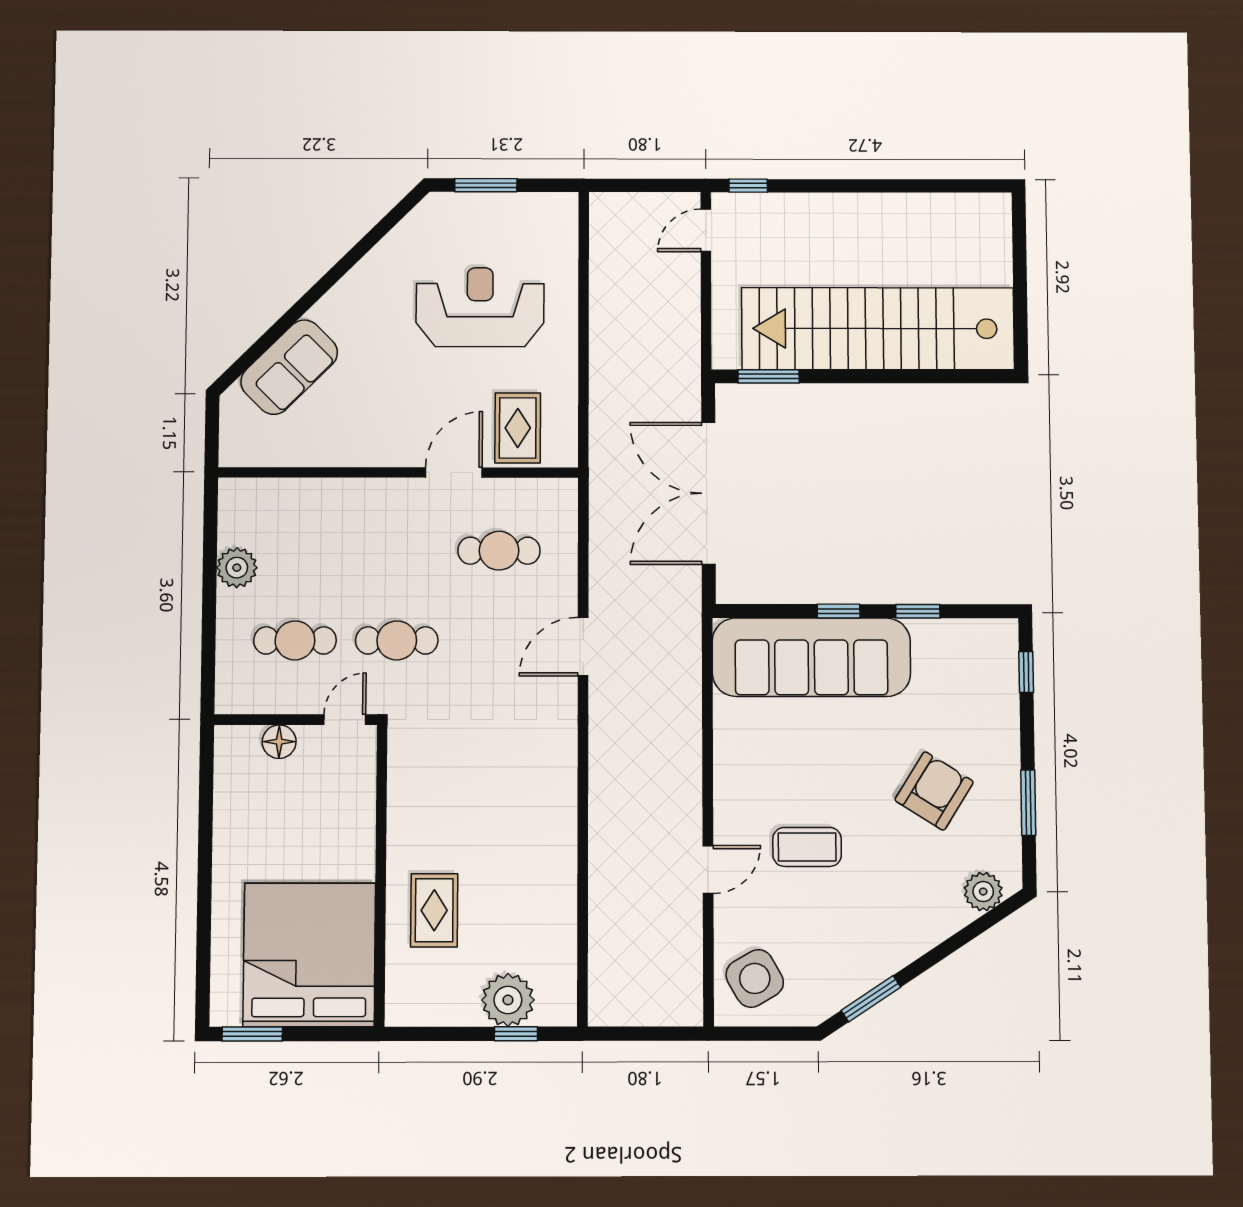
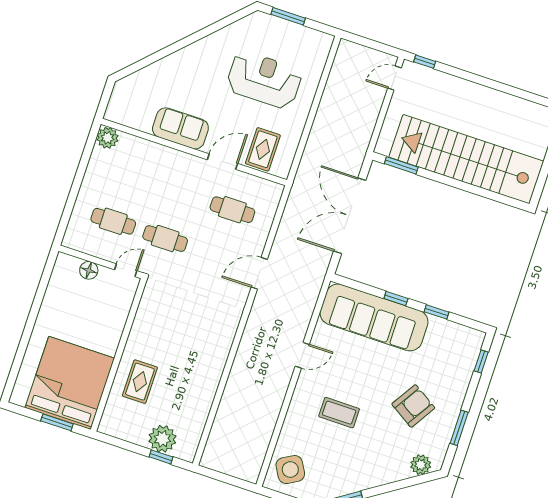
sofa: (289, 367) -> (180, 128), moved, turned -135
plant: (237, 568) -> (108, 138), moved
door: (708, 869) -> (302, 355), moved
window: (252, 1034) -> (57, 422), moved

